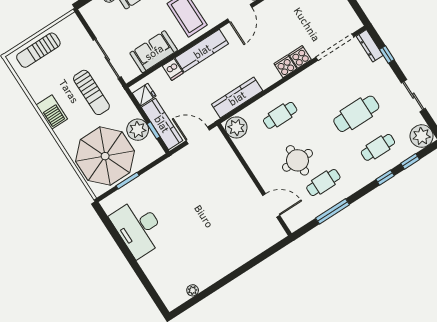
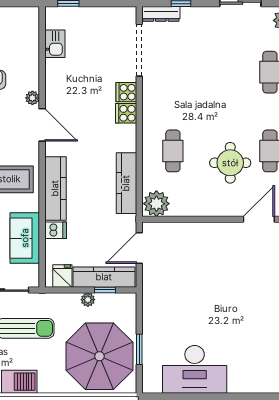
cafe table: (356, 114) -> (221, 72), removed
plant: (138, 130) -> (88, 300), width x0.53, depth x0.53

